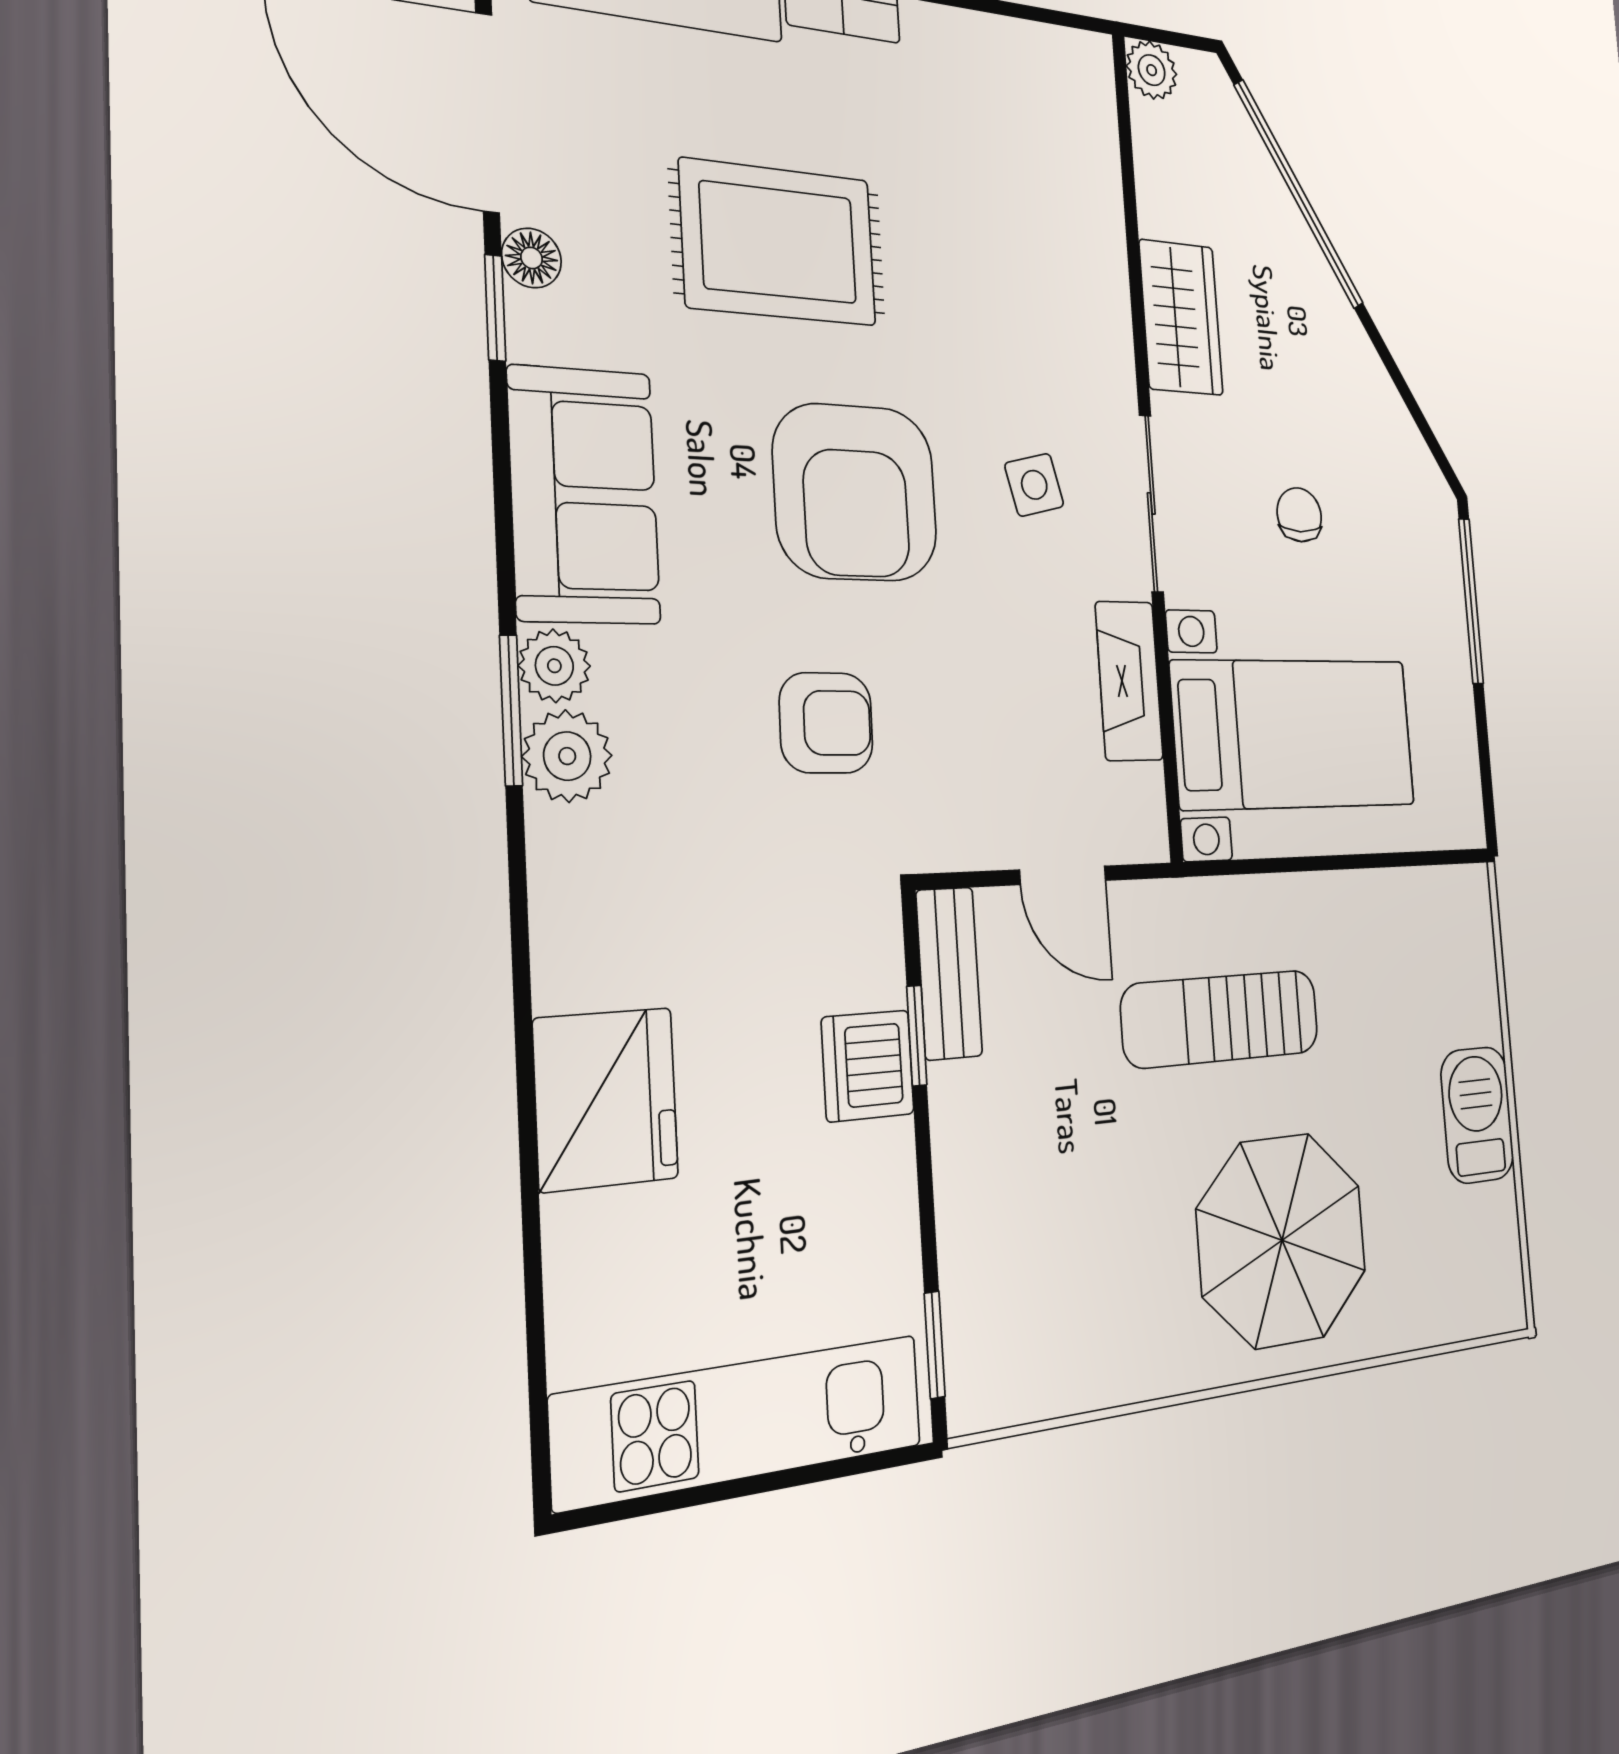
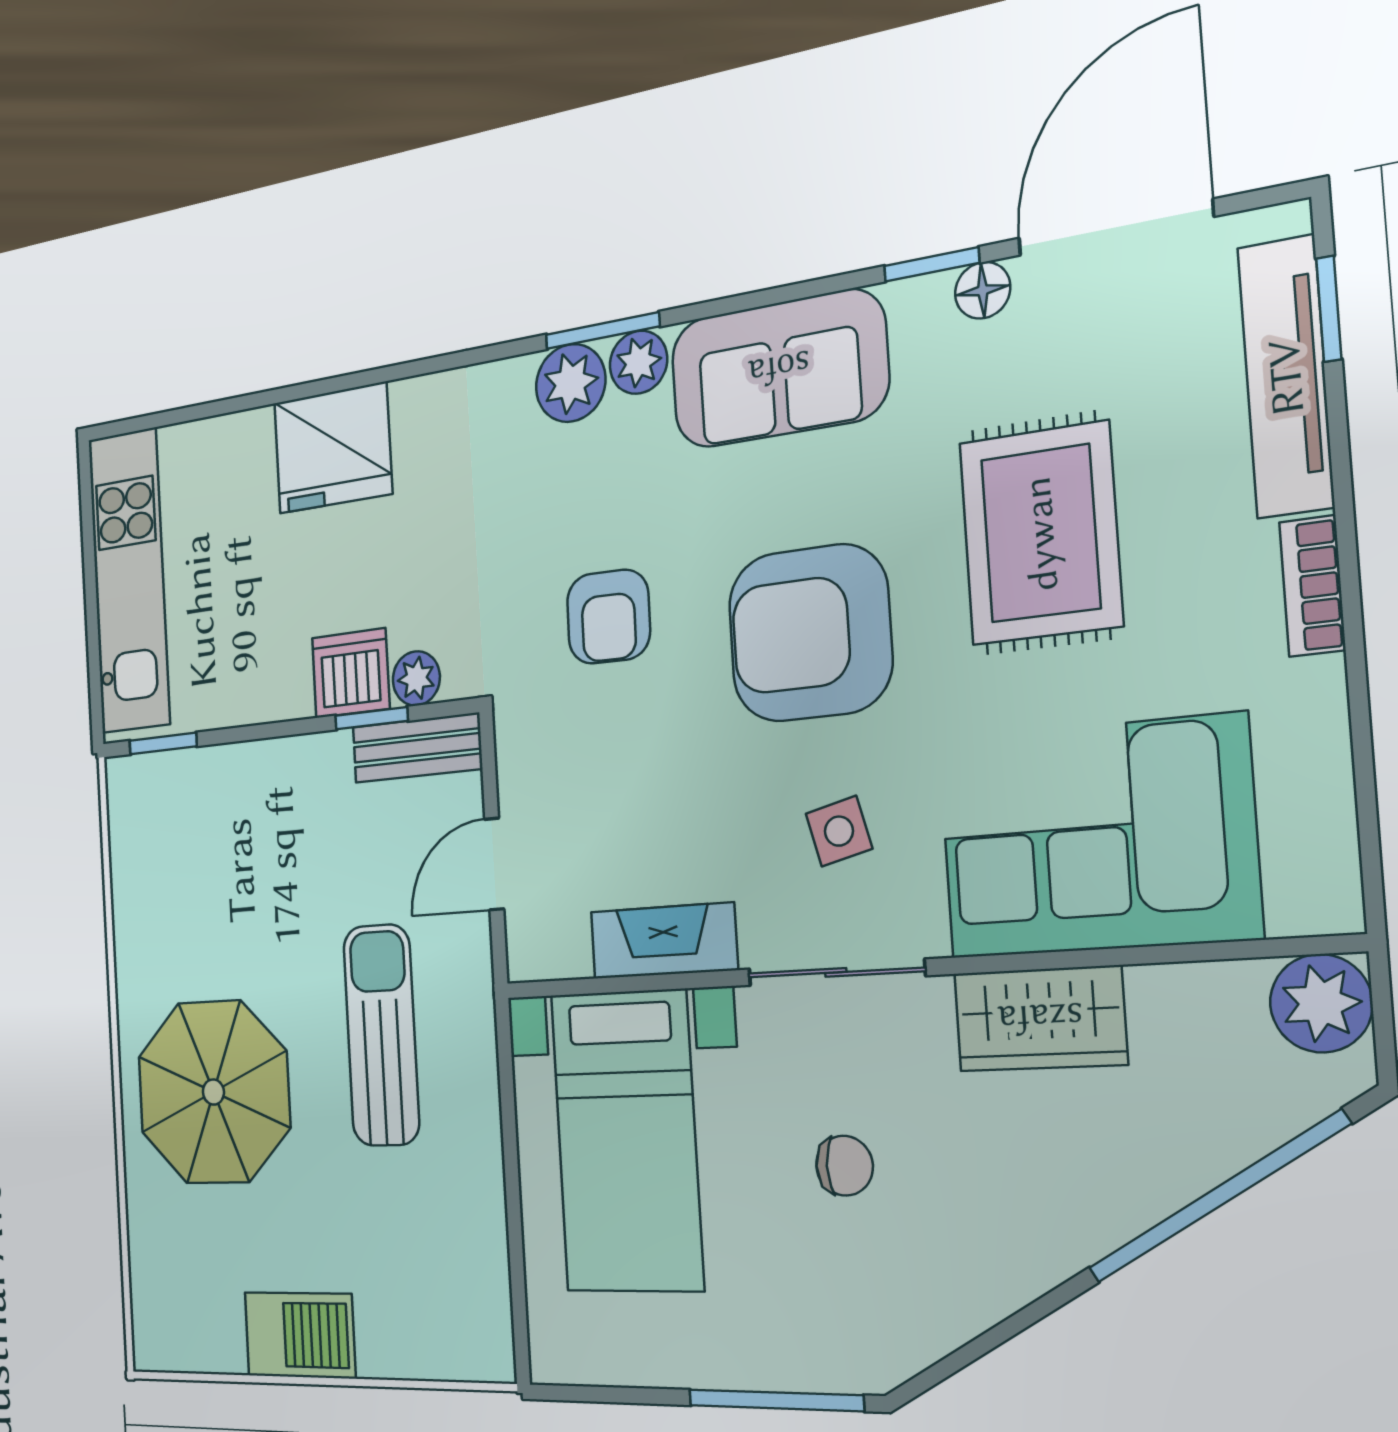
plant: (1152, 70) -> (1321, 1003), width x1.38, depth x1.38
corner sofa: (1041, 241) -> (1096, 838), added
plant: (877, 974) -> (416, 678), added

